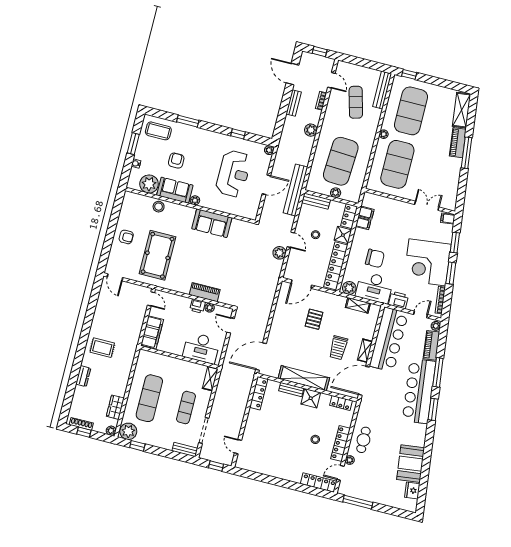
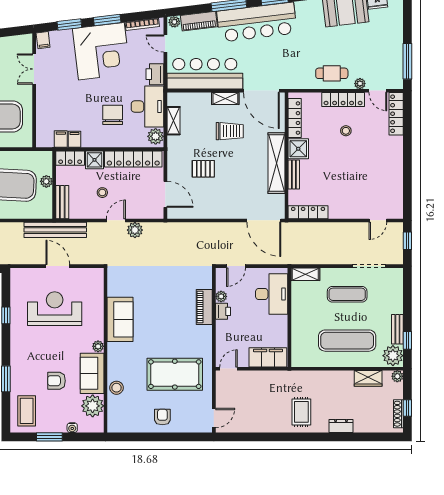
plant: (269, 150) -> (16, 273), removed
locker: (341, 403) -> (295, 118), width x1.53
bench: (185, 450) -> (397, 329), moved

